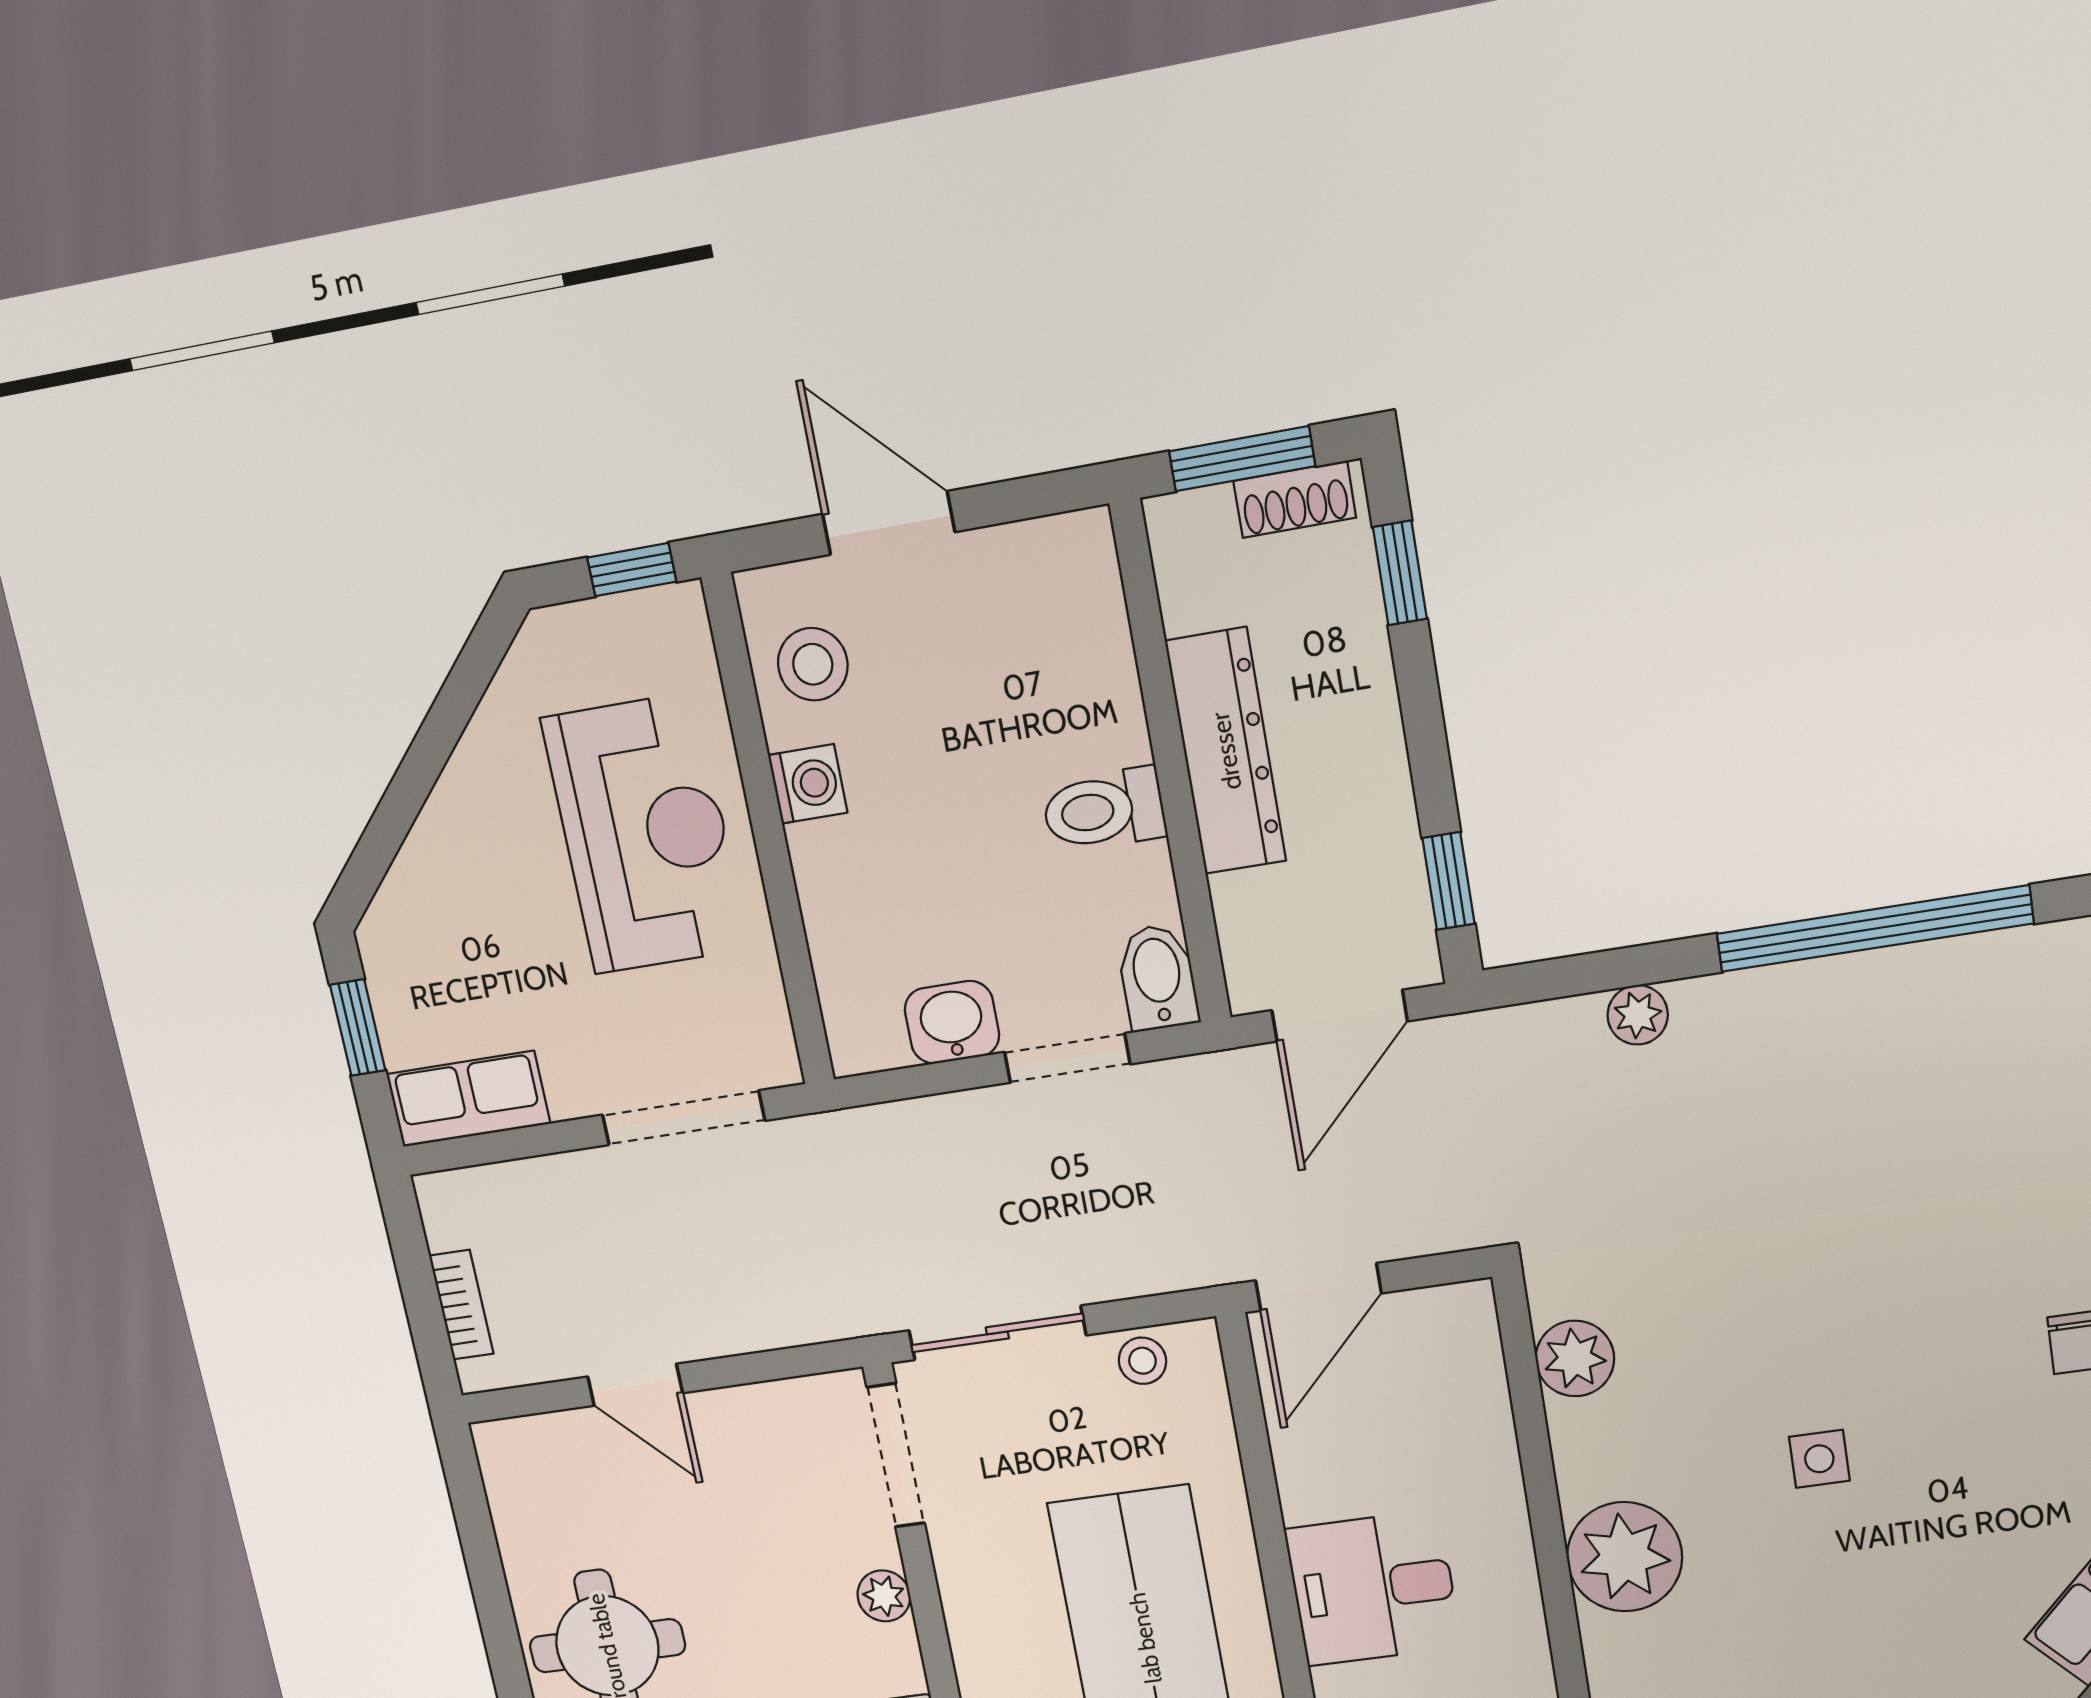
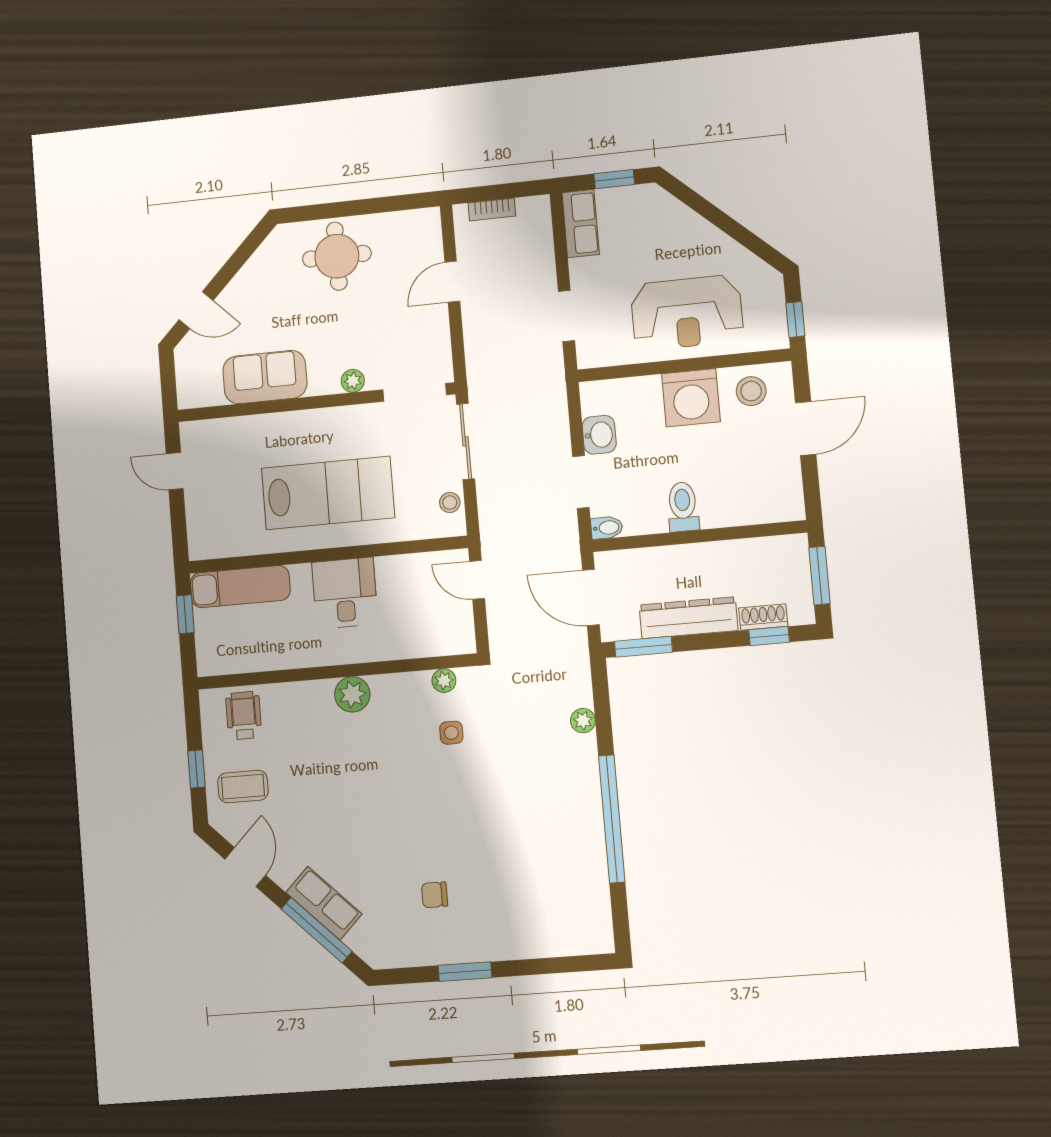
shoe rack: (1295, 499) -> (763, 617), moved, turned 90
dresser: (1226, 751) -> (689, 618), moved, turned 180
washing machine: (808, 784) -> (691, 398), width x1.89, depth x1.89
window: (1449, 881) -> (643, 647), width x1.50
bidet: (1158, 977) -> (607, 528), width x0.72, depth x0.74
doorway: (684, 1118) -> (566, 316), width x0.73
door: (1318, 1287) -> (477, 580), width x0.73
plant: (1575, 1359) -> (444, 681), width x0.73, depth x0.73
side table: (1819, 1459) -> (451, 733), moved
plant: (1624, 1557) -> (352, 694), width x0.73, depth x0.73

